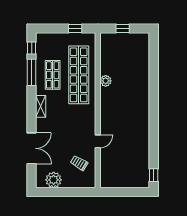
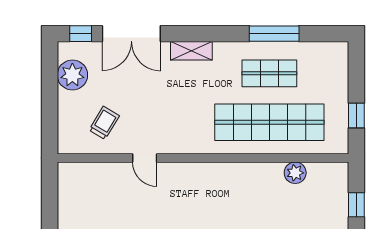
window: (32, 48) -> (81, 34), moved
plant: (106, 81) -> (295, 173), moved
shelving: (41, 106) -> (191, 51), moved

